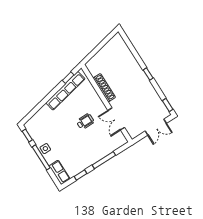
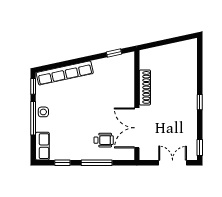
row of seats: (65, 91) -> (65, 73), moved
double door: (116, 119) -> (137, 128), width x1.37
wheelchair: (85, 122) -> (104, 140), moved
double door: (156, 127) -> (173, 163), swing flipped

